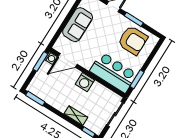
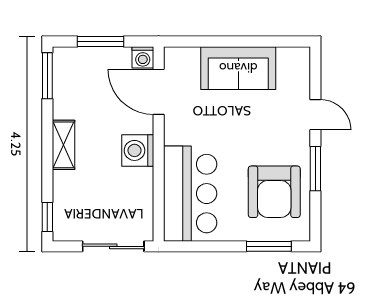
window: (40, 62) -> (100, 41), moved
window: (137, 79) -> (269, 246), moved
shelving: (76, 116) -> (63, 145), moved

